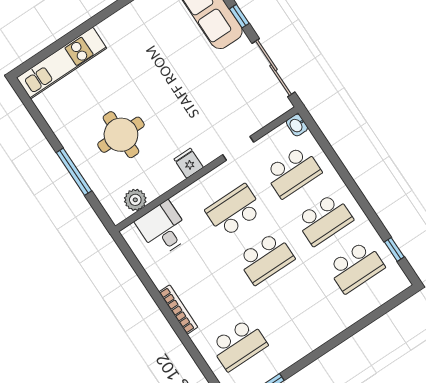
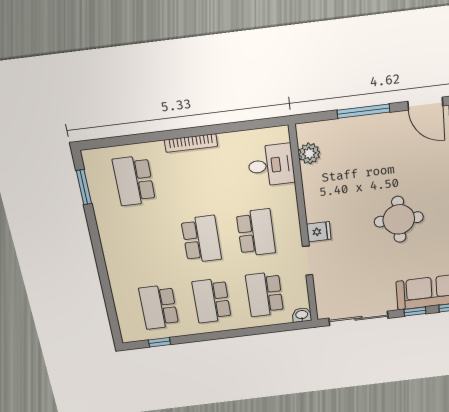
door: (40, 121) -> (425, 104), added
round table: (121, 135) -> (399, 219), moved
fridge: (189, 163) -> (319, 232), moved
school desk: (266, 258) -> (201, 239), turned 180

